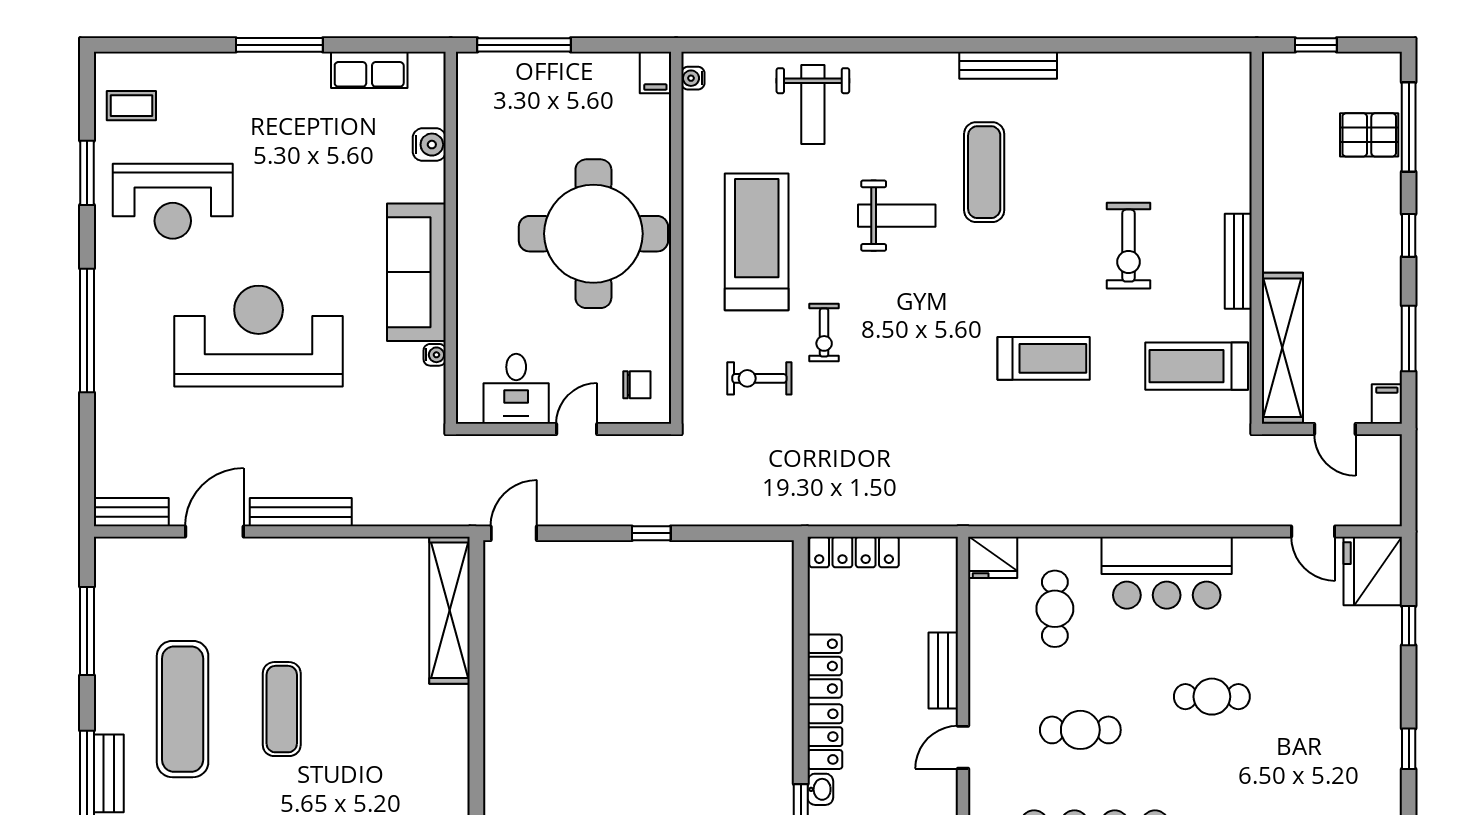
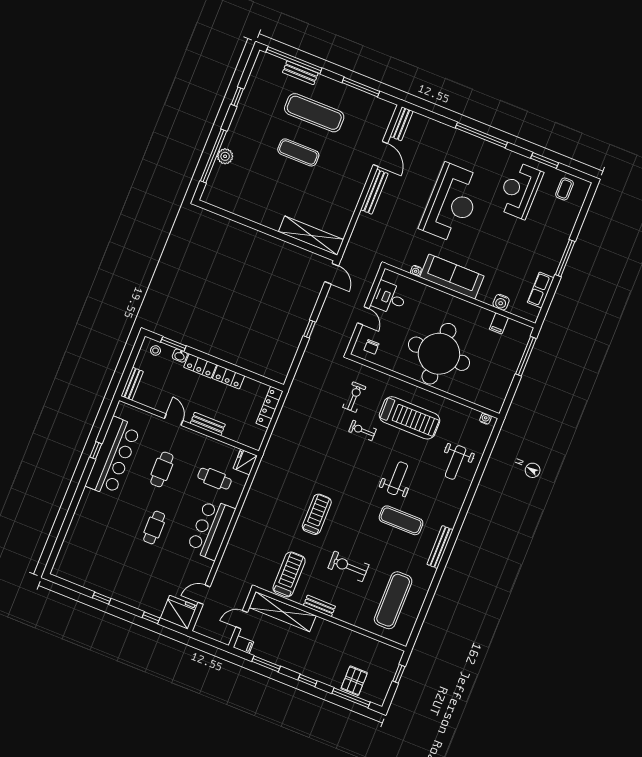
filing cabinet: (655, 73) -> (499, 323), moved, turned -90
weight bench: (813, 104) -> (456, 462), turned -90
exercise mat: (1163, 120) -> (393, 600), added
weight bench: (897, 216) -> (398, 478), turned 180
bench: (1238, 261) -> (319, 606), width x0.73
treadmill: (1044, 358) -> (317, 514), turned 180

